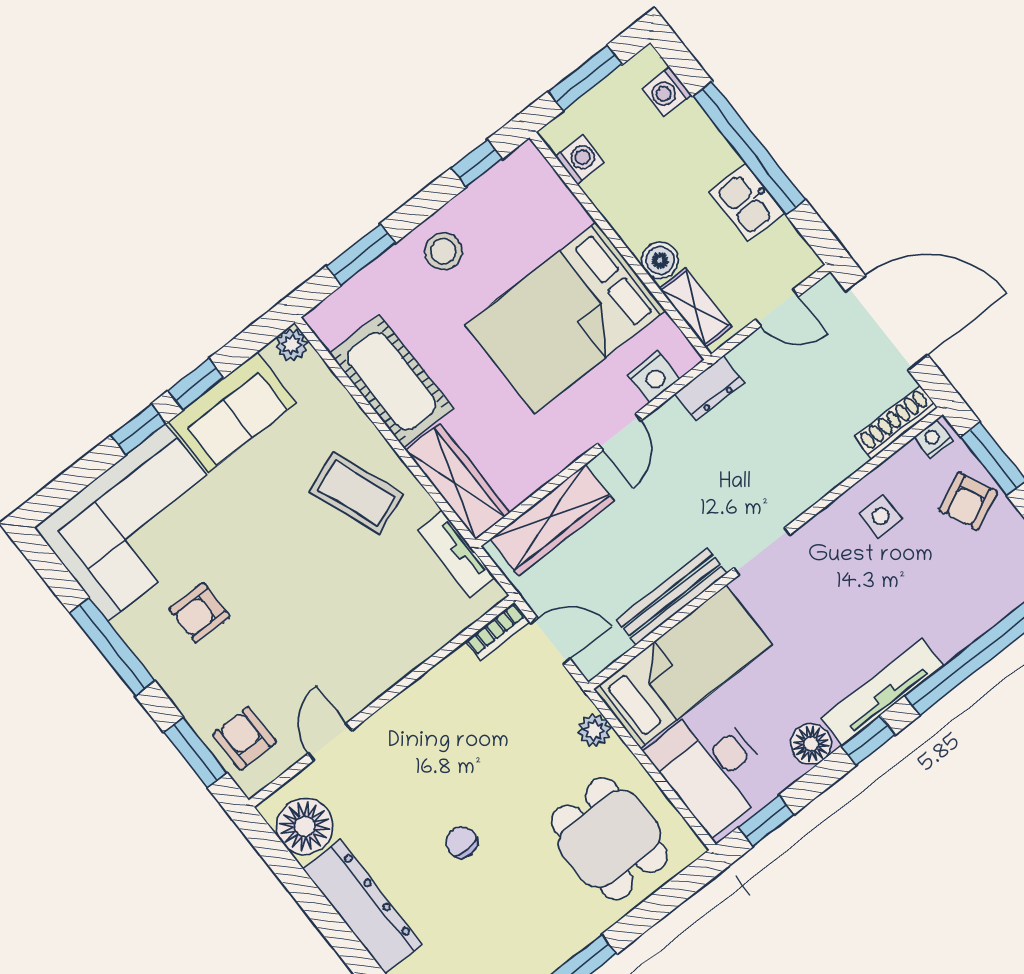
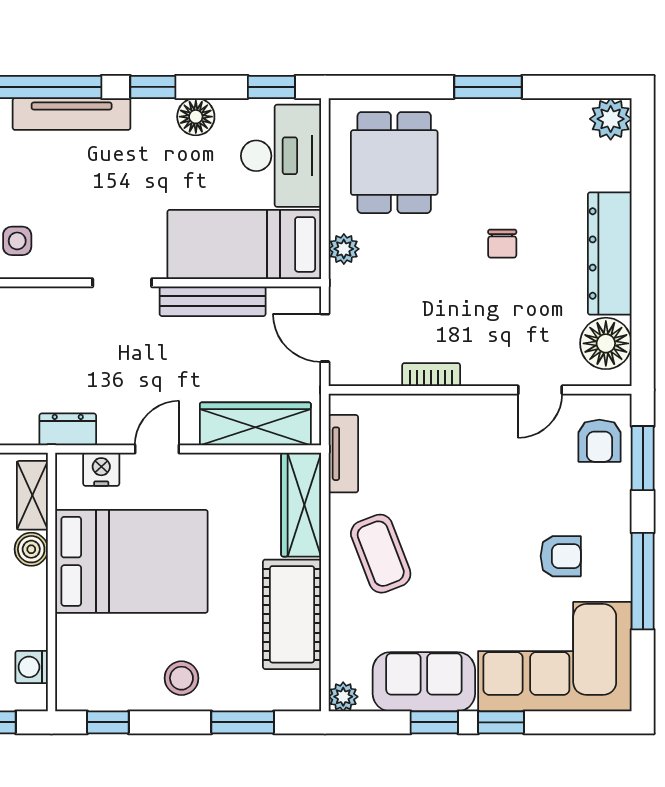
bookcase: (497, 632) -> (431, 375), moved
tv unit: (882, 692) -> (72, 114), moved

